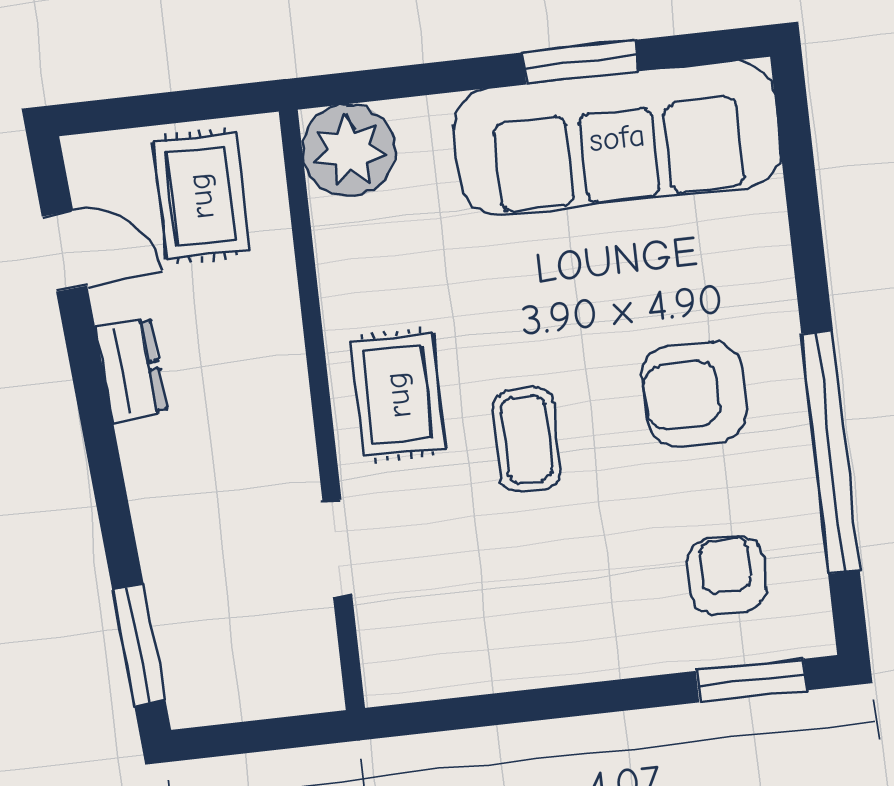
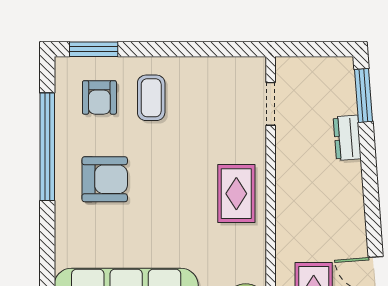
dresser: (131, 370) -> (347, 138), moved
coffee table: (527, 440) -> (151, 98), moved
doorway: (337, 548) -> (271, 104), moved

